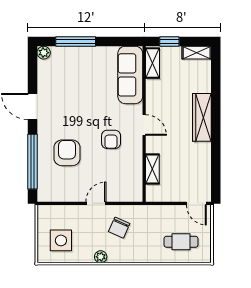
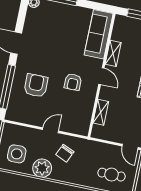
shelving: (152, 63) -> (113, 53), moved
plant: (101, 257) -> (42, 168), width x1.88, depth x1.88

